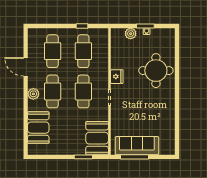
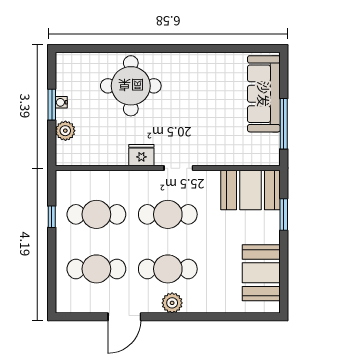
booth: (38, 128) -> (261, 273), moved, turned 90
sofa: (137, 146) -> (264, 94), moved

